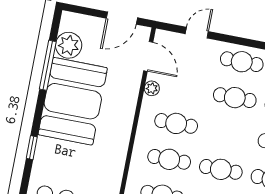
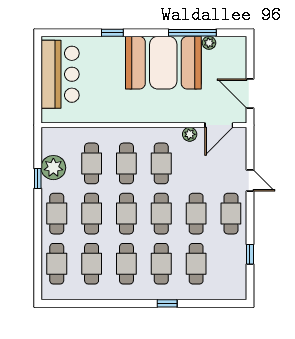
door: (197, 33) -> (250, 180), moved
plant: (69, 45) -> (209, 43), width x0.53, depth x0.53
cafe table: (228, 133) -> (161, 214), added

